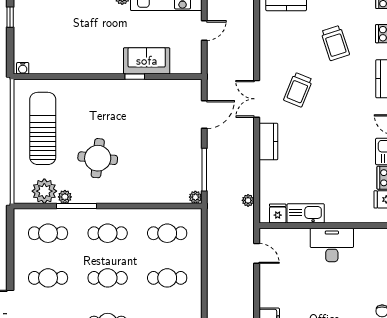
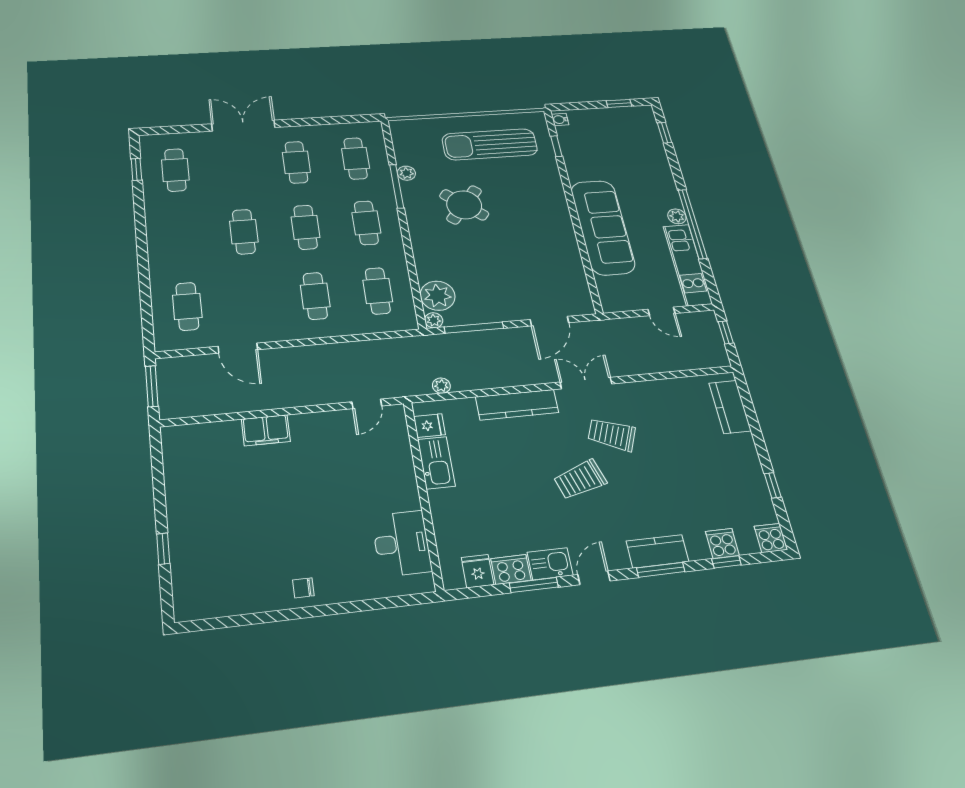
trolley: (335, 43) -> (580, 480), moved
sofa: (147, 61) -> (603, 227), width x1.85, depth x1.27
window: (135, 77) -> (556, 146), moved
door: (204, 114) -> (549, 321), hinge flipped
sun lounger: (43, 128) -> (490, 144), turned 180
kitchen counter: (268, 142) -> (517, 405), width x1.50
round table: (98, 158) -> (464, 205), turned 34
plant: (44, 191) -> (438, 296), moved
desk: (332, 245) -> (402, 543), moved

